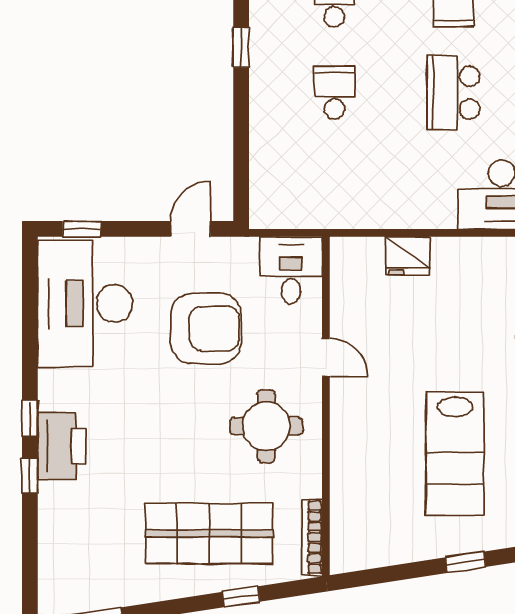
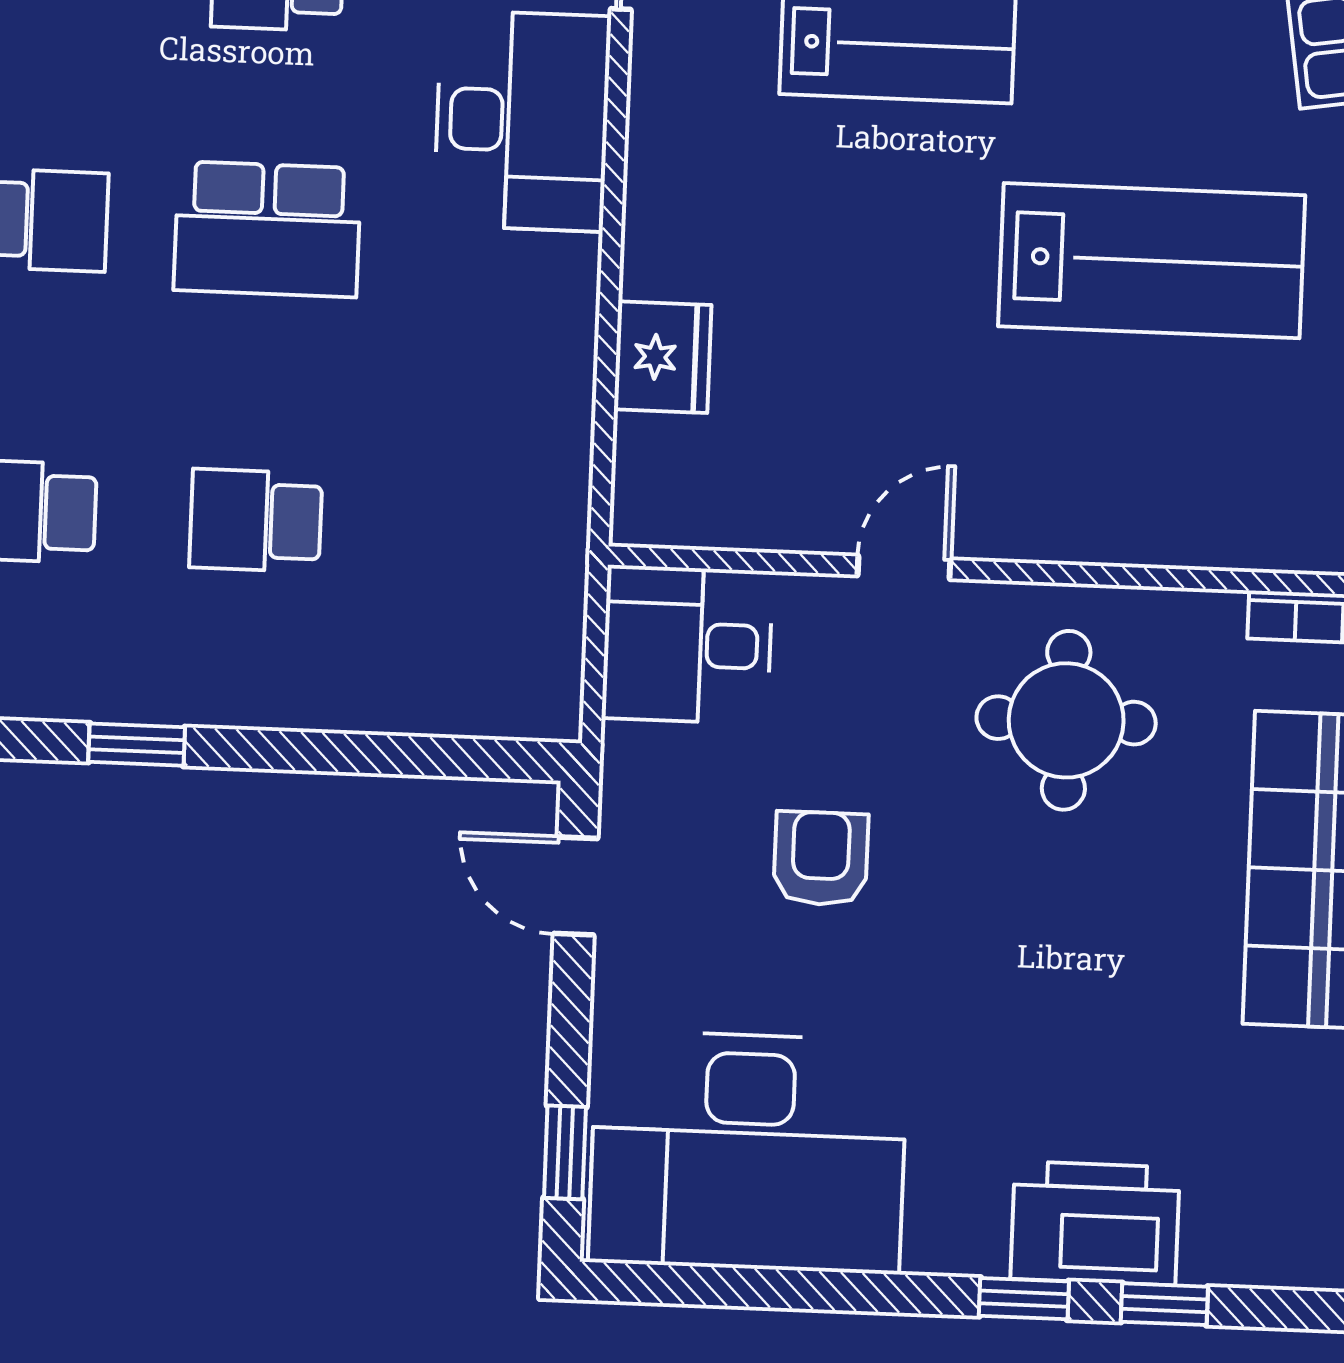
armchair: (206, 328) -> (821, 858), width x0.53, depth x0.53

